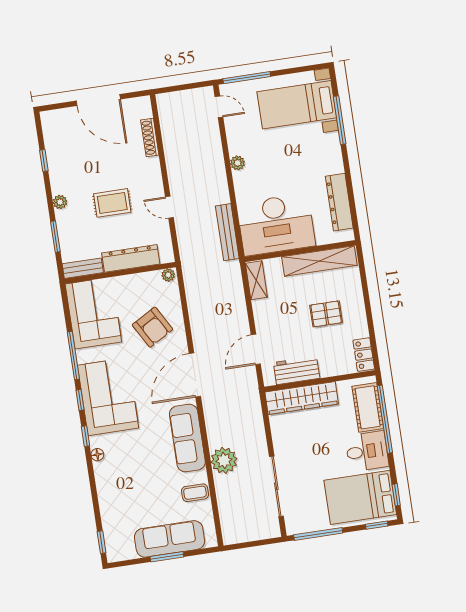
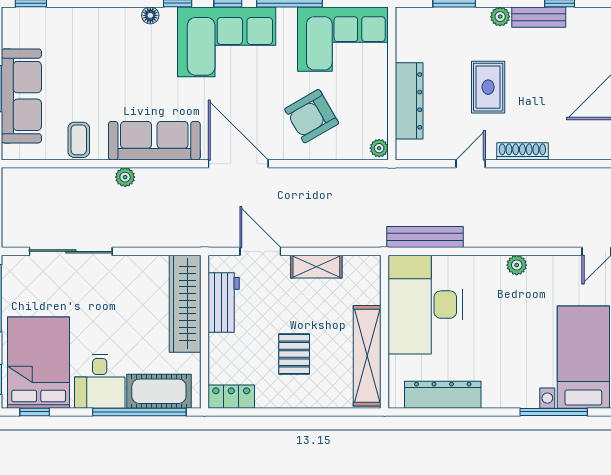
shoe rack: (150, 138) -> (522, 151), moved
bench: (83, 268) -> (539, 17), moved, turned 90
shelving: (256, 280) -> (316, 267), moved
plant: (224, 460) -> (125, 177), width x0.53, depth x0.53

